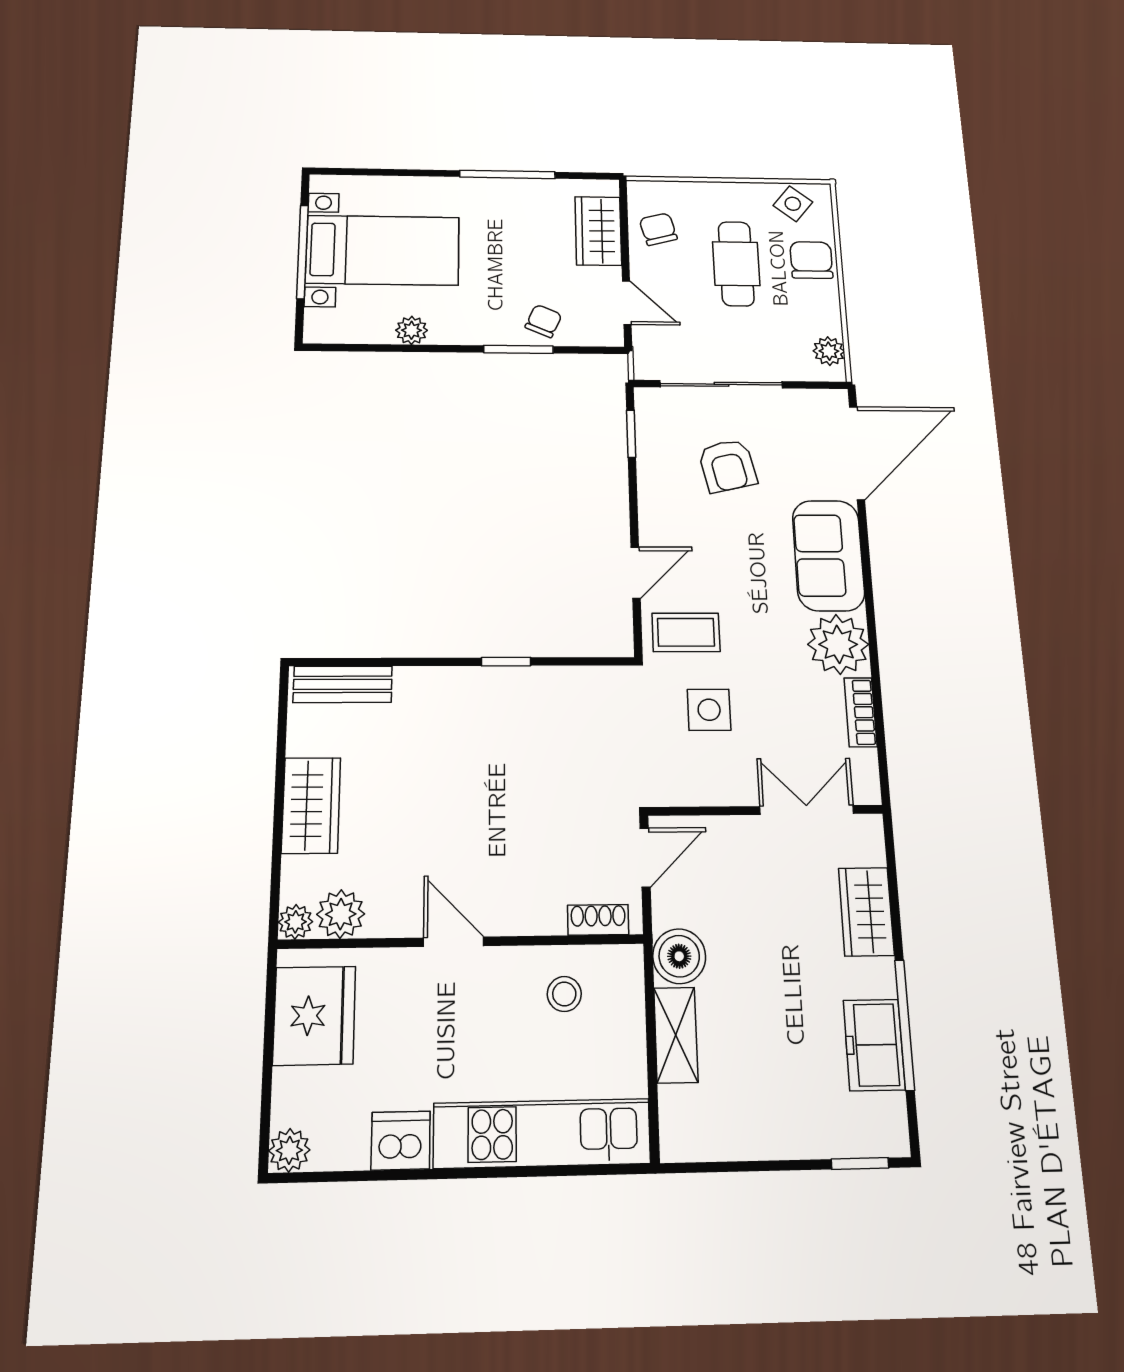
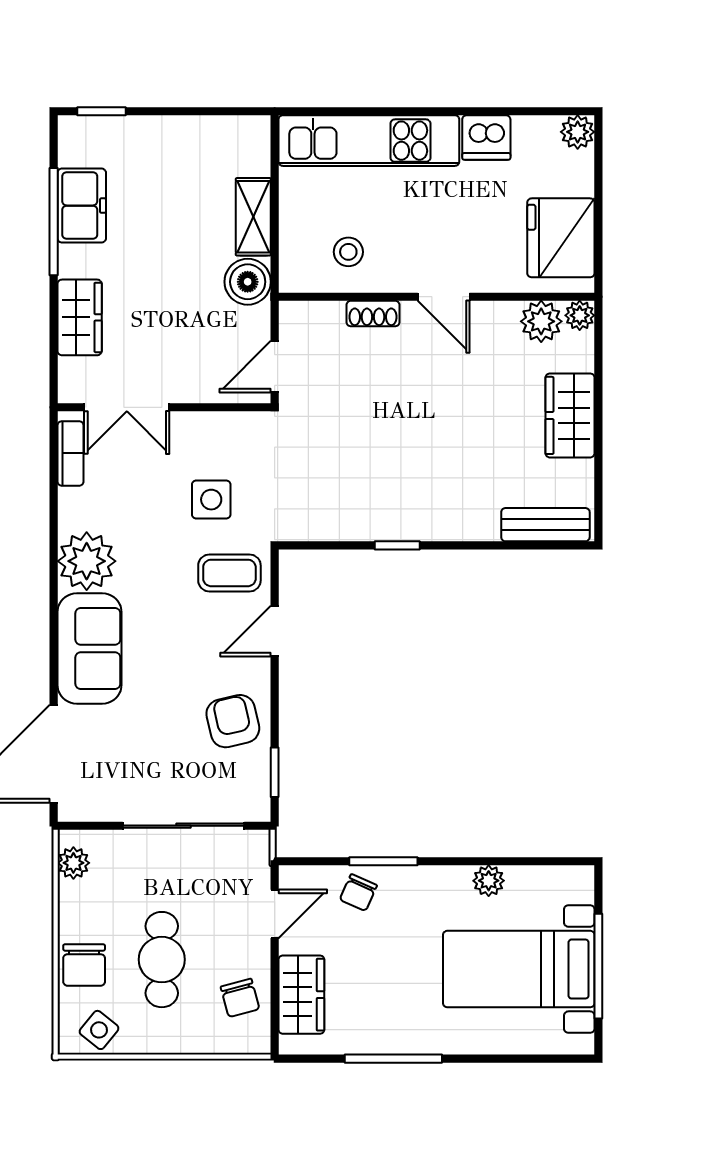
door: (627, 303) -> (275, 914), swing flipped
armchair: (727, 466) -> (233, 721), moved
bookcase: (860, 712) -> (71, 453), moved
shoe rack: (598, 920) -> (373, 314), moved

